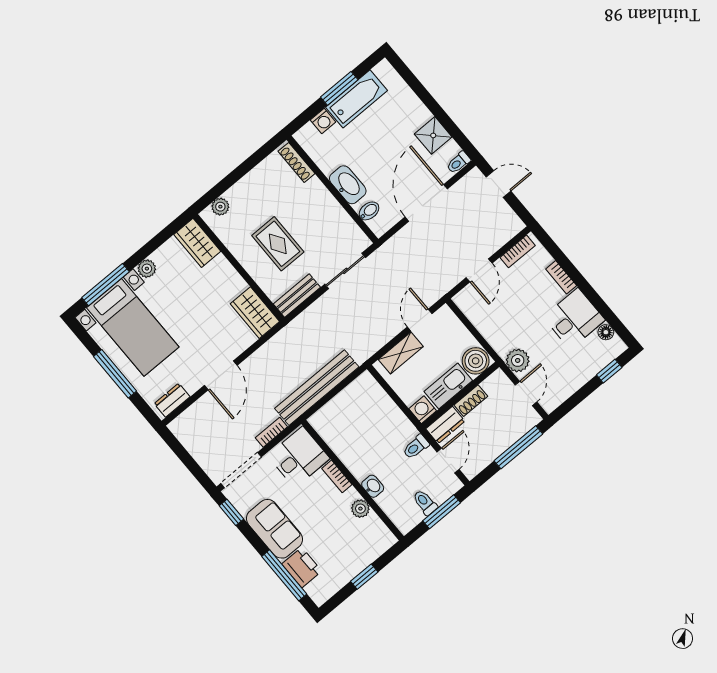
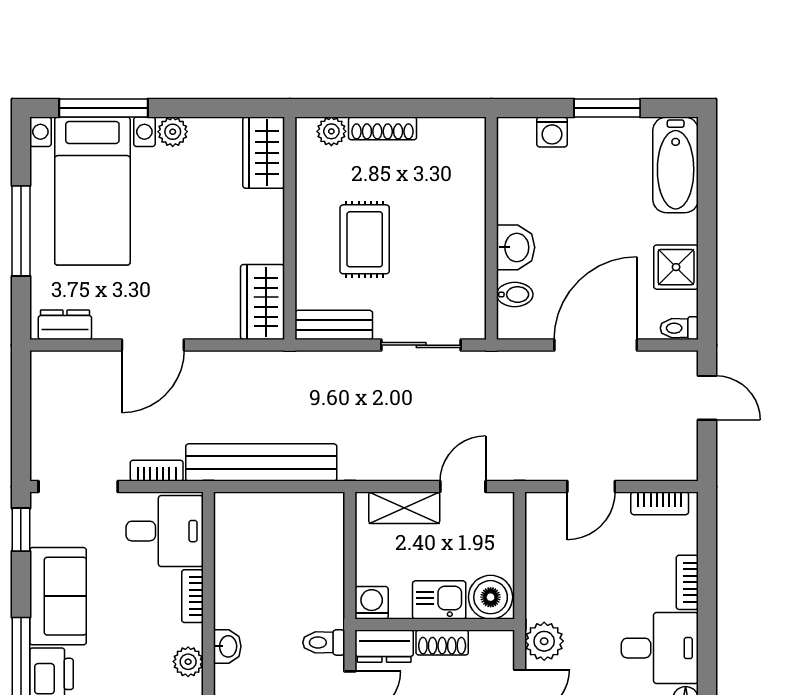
bathtub: (357, 99) -> (676, 165), moved, turned 90
shoe rack: (296, 162) -> (383, 128), moved, turned -90
washbasin: (348, 185) -> (516, 247), width x0.72
kitchen sink: (448, 386) -> (439, 600), width x0.73

